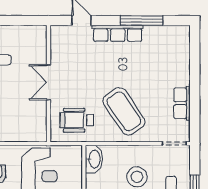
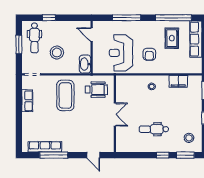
row of seats: (118, 33) -> (45, 147), moved
coffee table: (124, 111) -> (65, 95), turned 34

